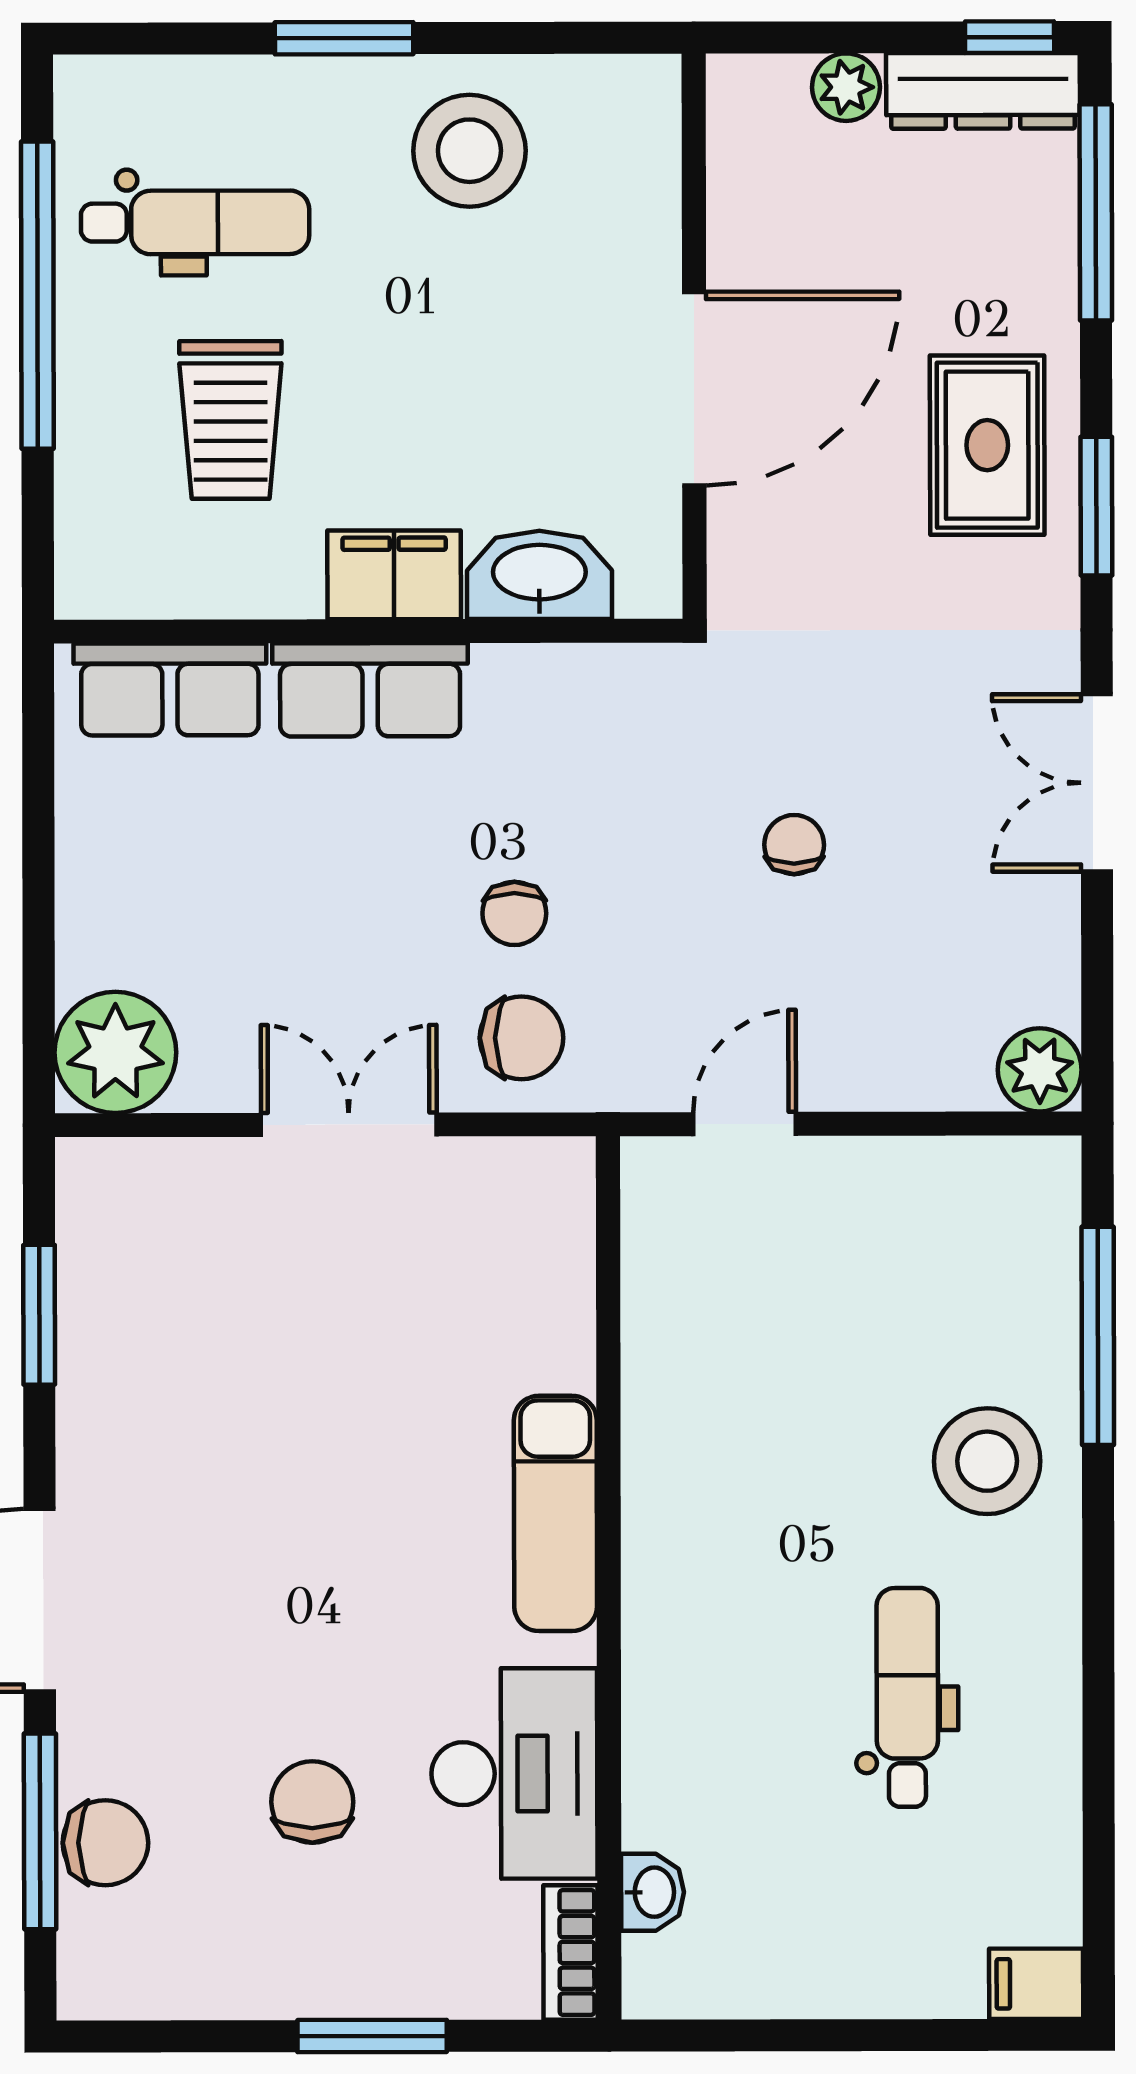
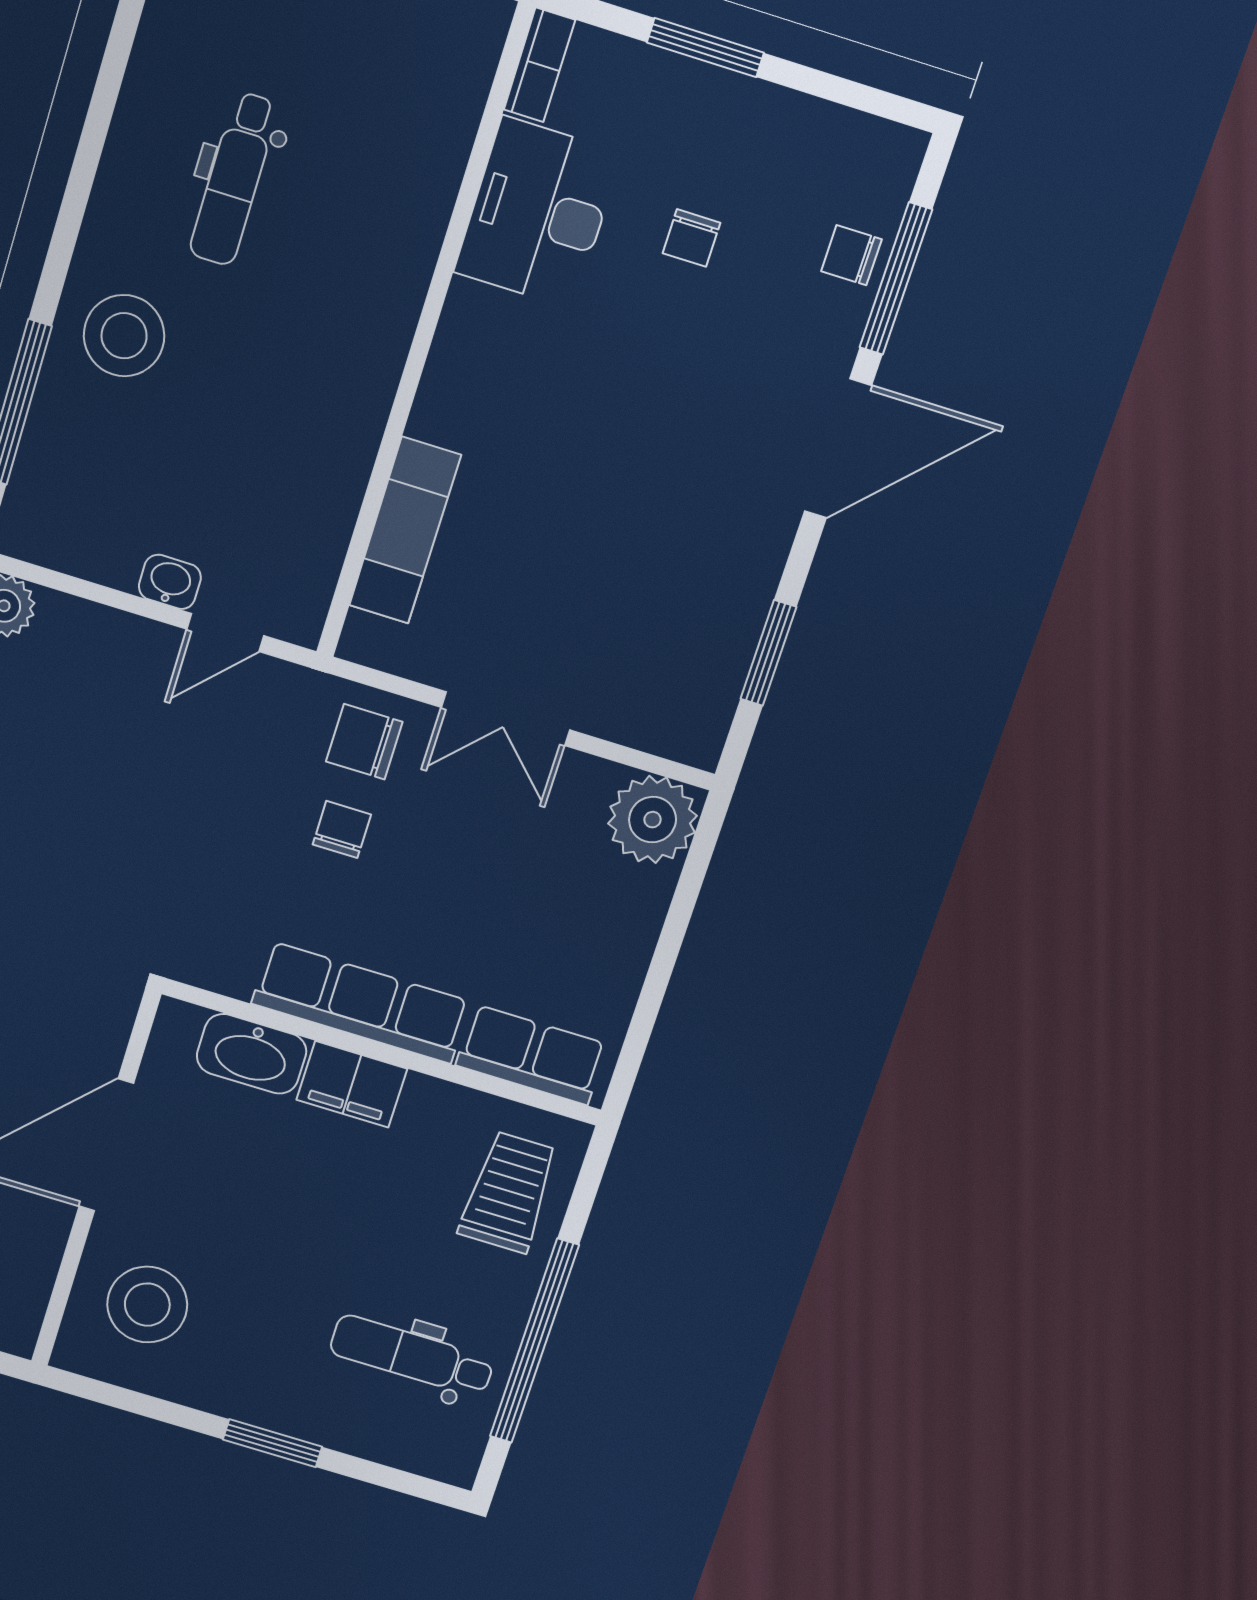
stool: (469, 151) -> (147, 1305), moved
trolley: (231, 420) -> (509, 1192), moved
row of seats: (370, 690) -> (361, 1003), width x1.48
chair: (794, 845) -> (131, 817), removed
exam couch: (555, 1513) -> (405, 530), moved
chair: (312, 1802) -> (691, 238), width x0.73, depth x0.73
chair: (105, 1843) -> (851, 255), width x0.73, depth x0.73
washbasin: (653, 1892) -> (170, 582), moved, turned 90

